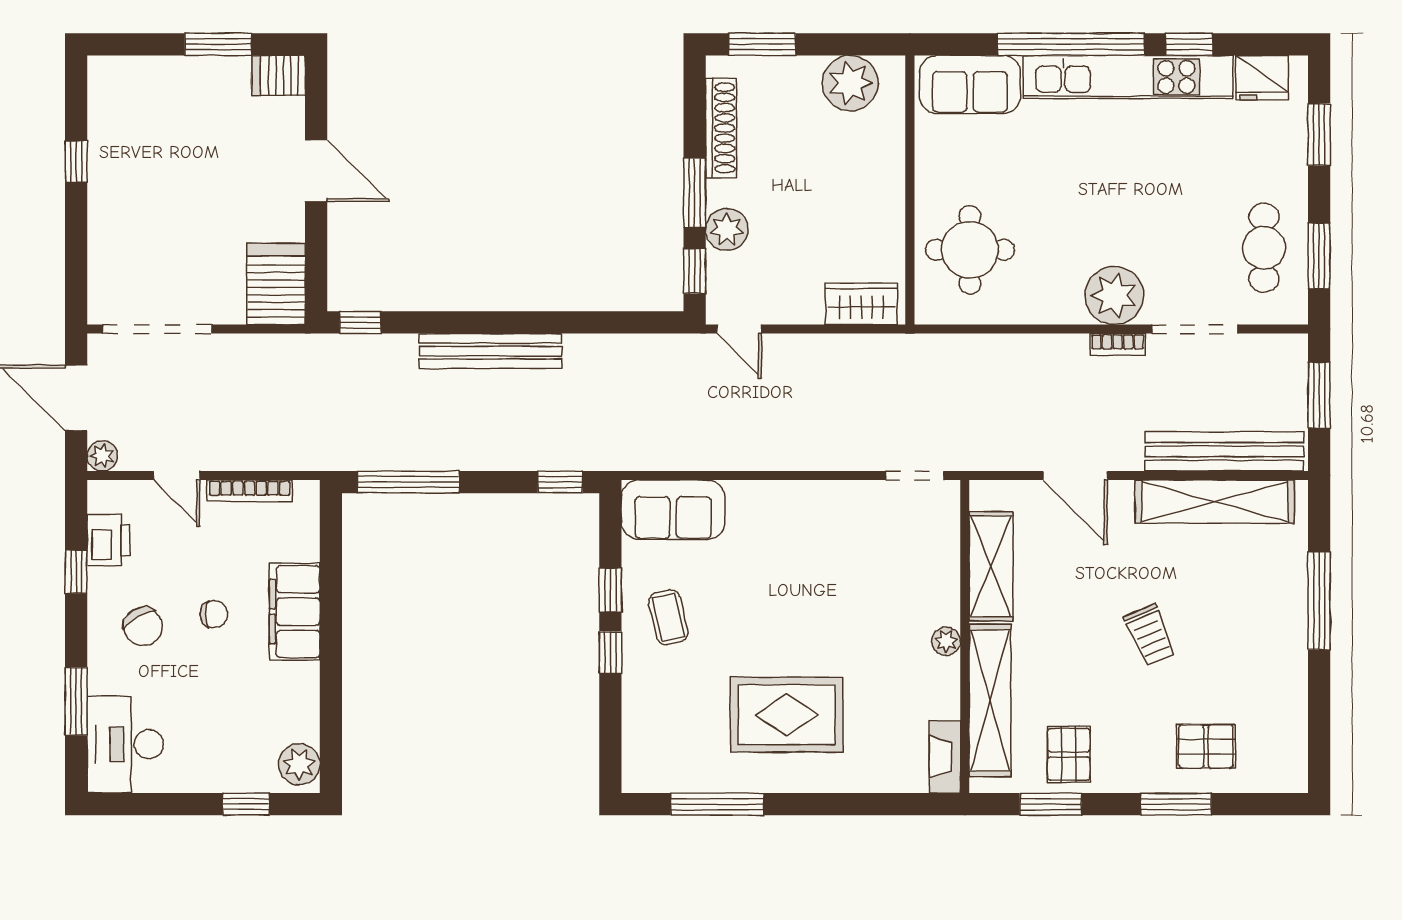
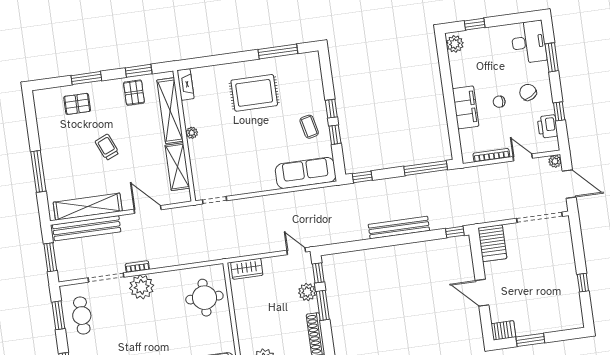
sofa: (673, 510) -> (306, 173), width x1.36

